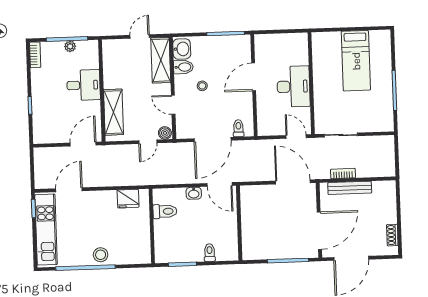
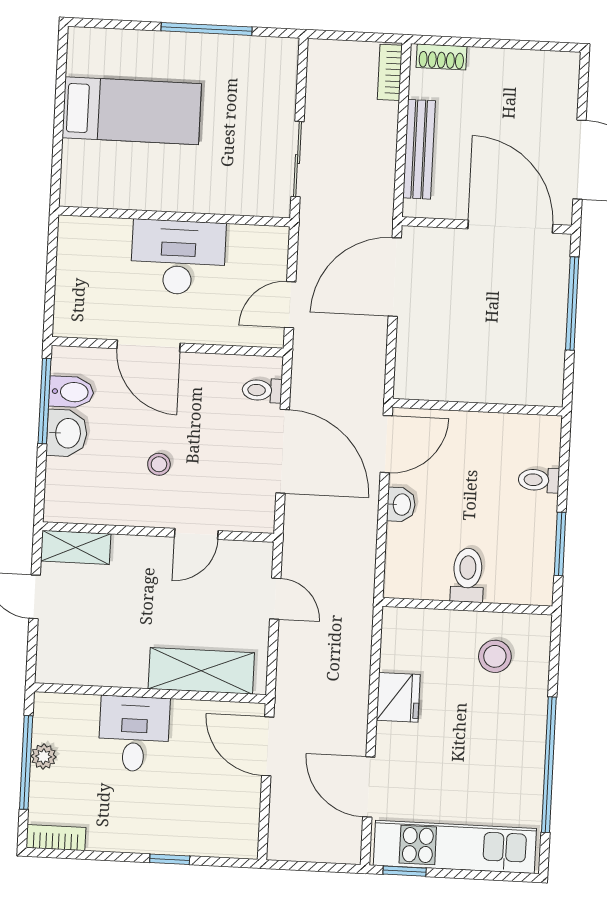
washbasin: (182, 49) -> (67, 433), moved, turned 90
shelving: (161, 60) -> (76, 547), width x0.67, depth x0.75
bidet: (183, 67) -> (71, 392), moved, turned 90
boiler: (165, 133) -> (259, 558), removed
door: (296, 137) -> (290, 305), moved
bookcase: (343, 173) -> (390, 72), moved
fridge: (128, 199) -> (398, 697), moved
toilet: (165, 211) -> (468, 575), moved
shoe rack: (392, 235) -> (441, 57), moved
stool: (101, 255) -> (495, 656), moved

